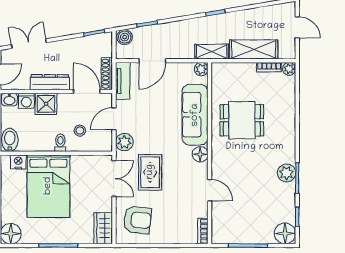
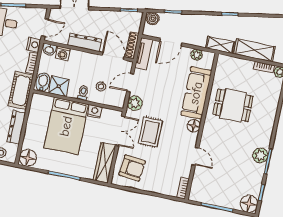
plant: (201, 69) -> (197, 55), moved
shower: (46, 104) -> (59, 86), moved
nightstand: (18, 162) -> (95, 111), moved
wardrobe: (103, 228) -> (105, 163), width x1.50

